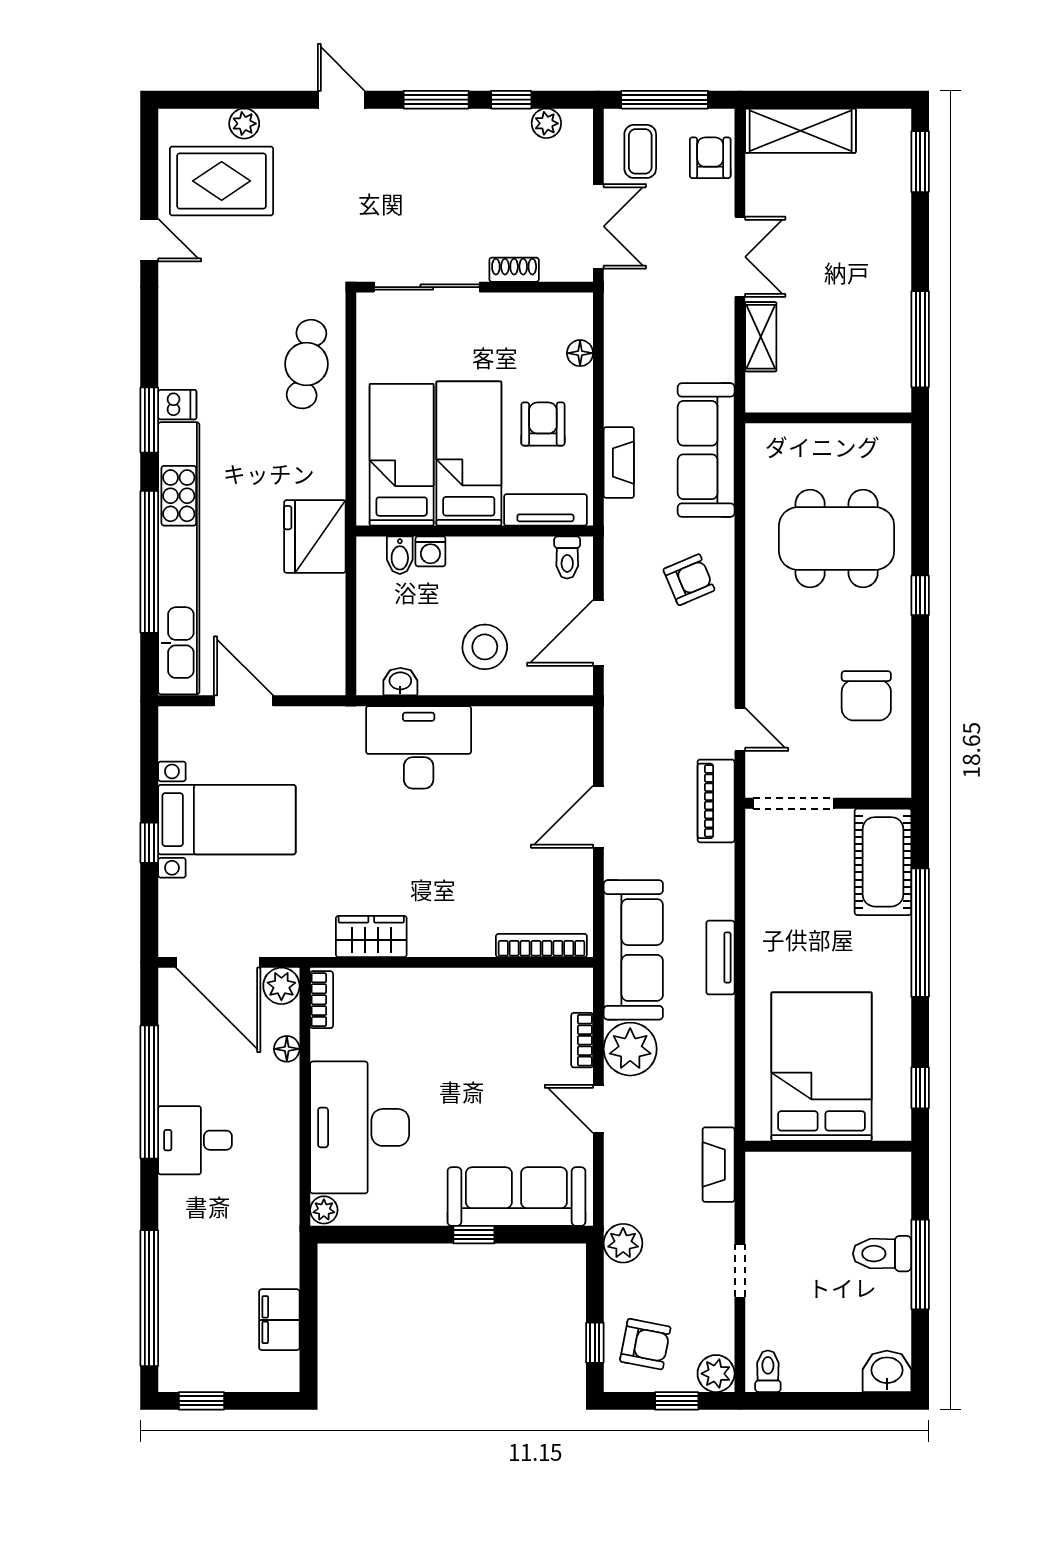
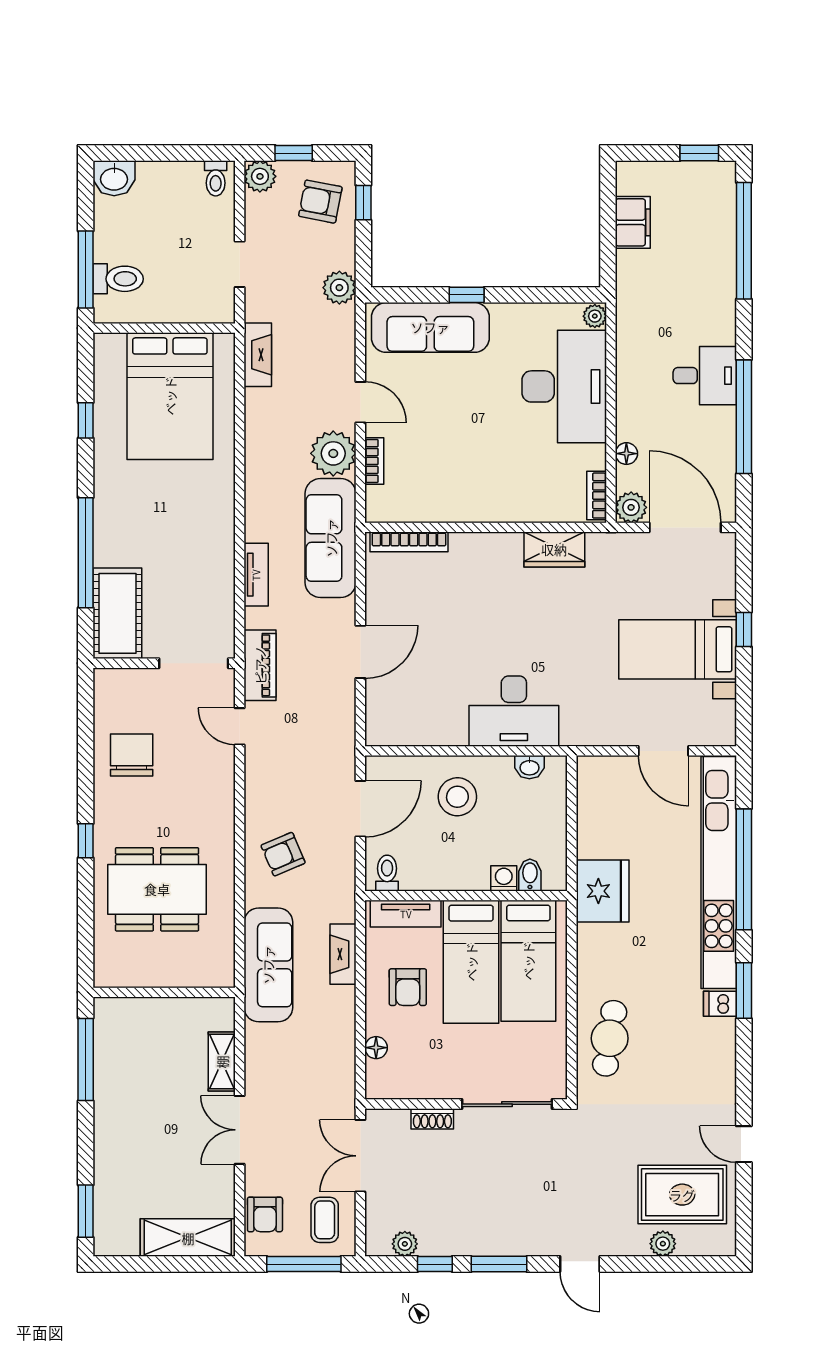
tv unit: (720, 958) -> (256, 575), moved
bed: (821, 1067) -> (170, 396), moved
wall: (828, 1146) -> (164, 328), moved

